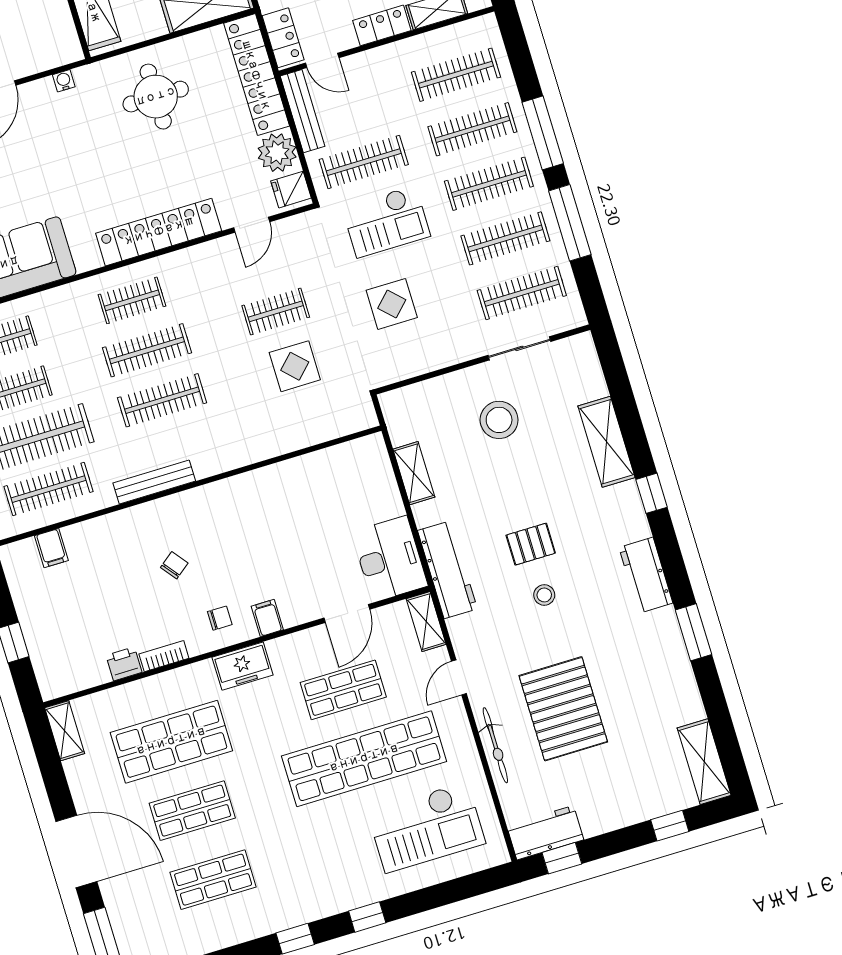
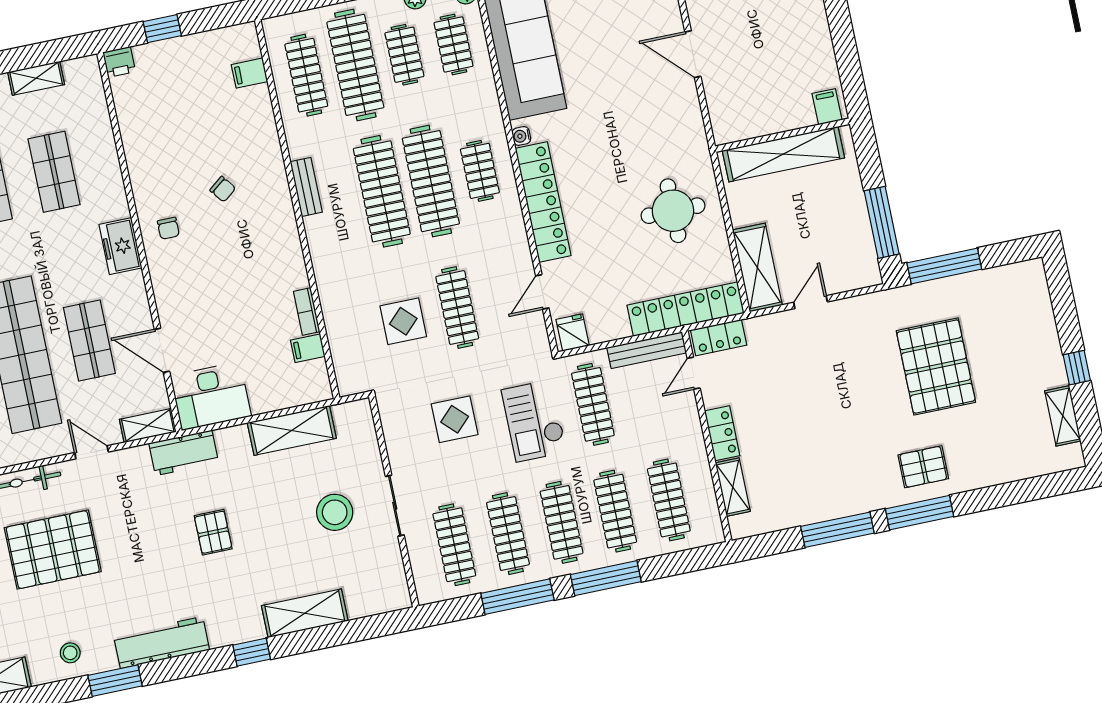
water cooler: (64, 81) -> (521, 136), moved, turned 180
plant: (277, 153) -> (609, 322), removed
door: (252, 225) -> (542, 292), hinge flipped
clothes rail: (276, 311) -> (457, 308), width x1.36
sliding door: (519, 348) -> (395, 506), moved
clothes rail: (147, 350) -> (431, 181), width x1.37, depth x1.31
clothes rail: (162, 400) -> (382, 191), width x1.37, depth x1.31
shelving: (414, 473) -> (292, 430), width x1.50, depth x1.33
bench: (154, 482) -> (306, 187), width x0.73
workbench: (447, 570) -> (184, 453), width x0.73
workbench: (646, 575) -> (162, 642), width x1.37
stool: (544, 595) -> (70, 653), moved
filing cabinet: (267, 618) -> (308, 348), moved, turned 180
bookcase: (164, 656) -> (307, 312), moved, turned 180
printer: (124, 664) -> (119, 62), moved, turned 90
shelving: (65, 731) -> (36, 78), moved
shop shelf: (171, 742) -> (54, 172), width x0.70, depth x0.74

